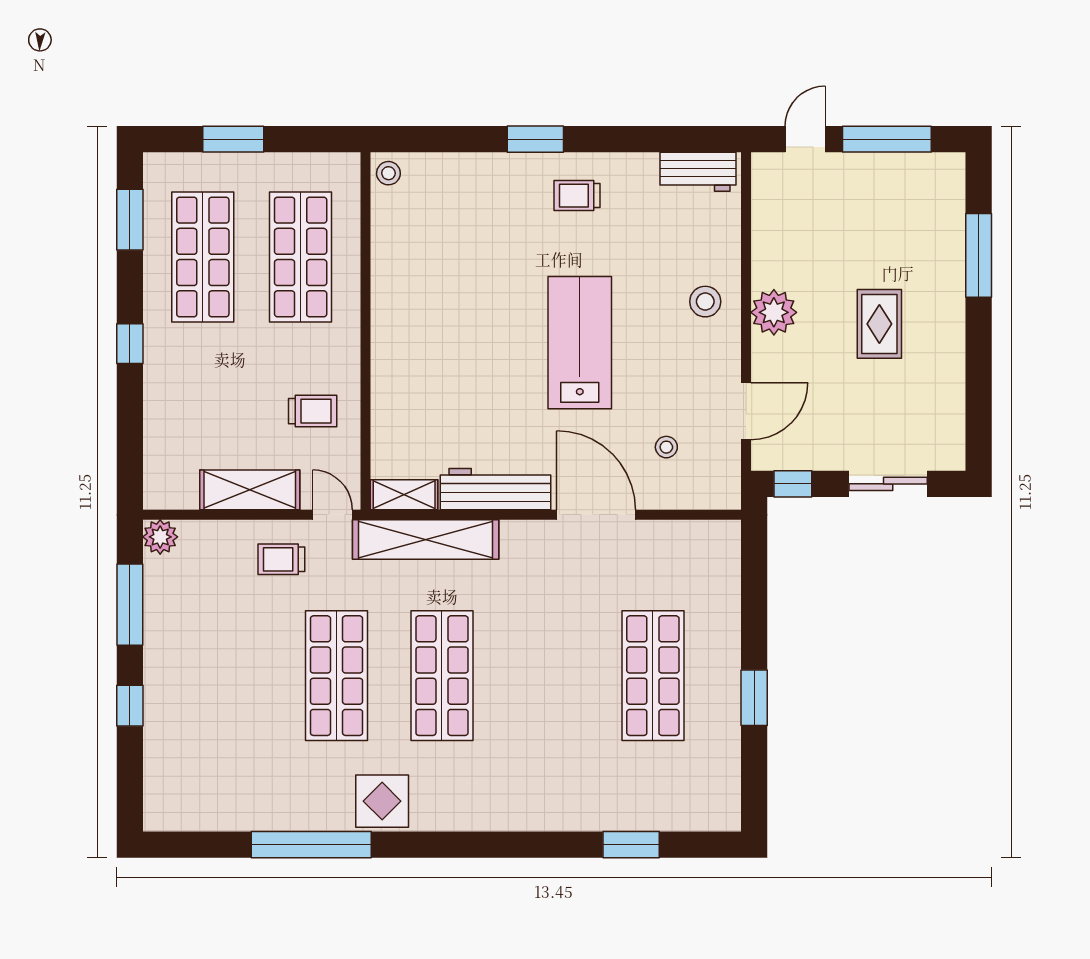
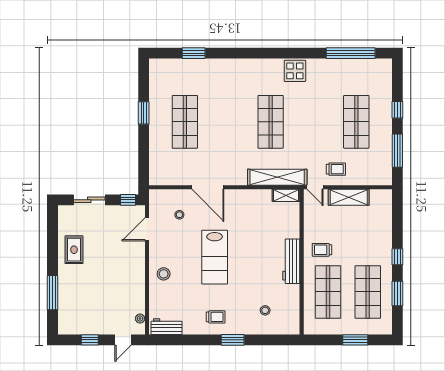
window: (887, 139) -> (90, 340), width x0.46
stool: (388, 173) -> (265, 310), moved
window: (130, 220) -> (397, 293), moved
plant: (774, 312) -> (140, 319), moved, width x0.53, depth x0.53
rug: (879, 324) -> (74, 250), moved
trolley: (313, 411) -> (322, 250), moved
workbench: (495, 489) -> (291, 261), moved, turned 90
plant: (160, 537) -> (385, 178), removed
shop shelf: (336, 676) -> (356, 122), moved
window: (311, 845) -> (351, 53), moved

